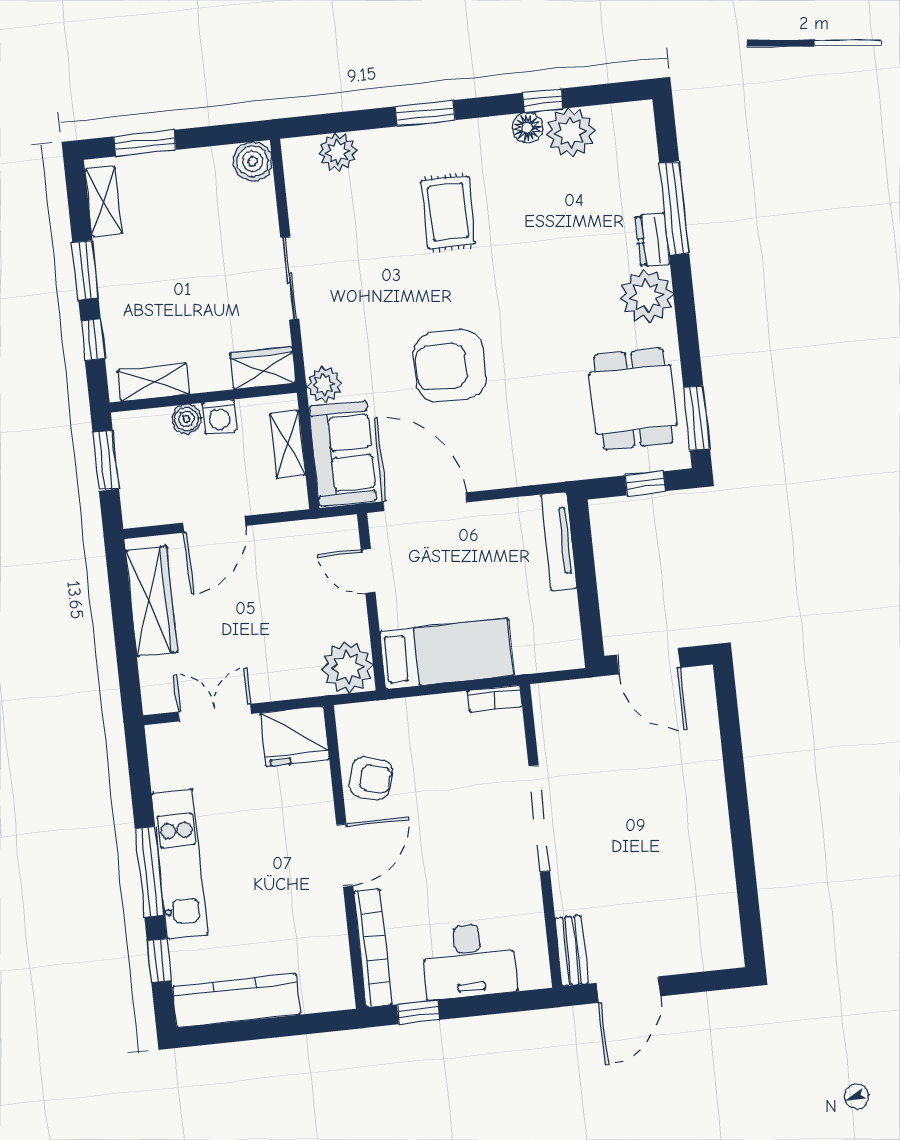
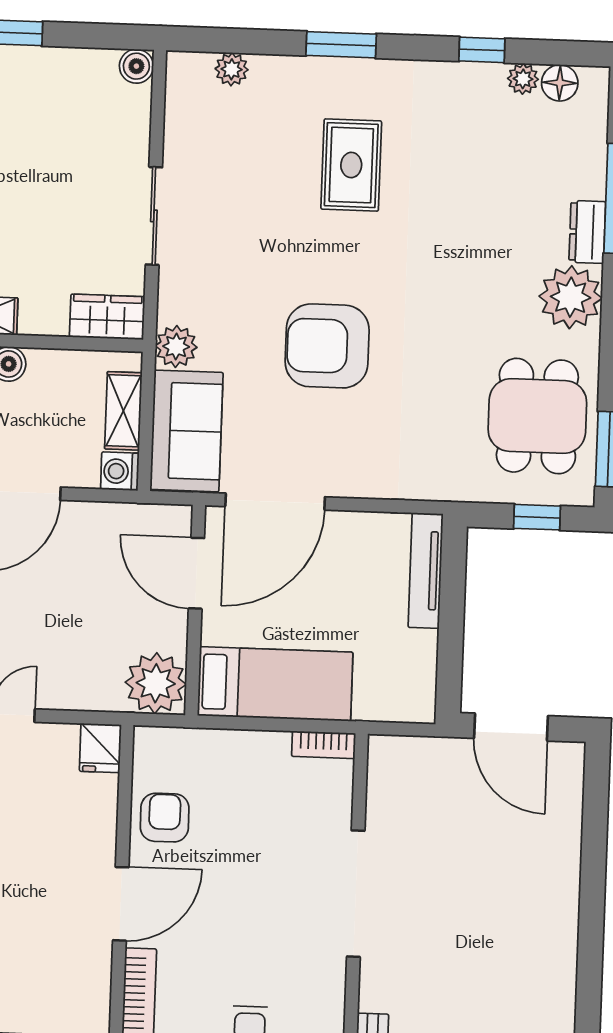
floor lamp: (527, 128) -> (560, 83), moved
plant: (571, 132) -> (523, 79), width x0.53, depth x0.53
plant: (337, 152) -> (232, 69), width x0.73, depth x0.73
boiler: (253, 161) -> (136, 66), width x0.73, depth x0.73
washing machine: (219, 417) -> (120, 471), moved, turned 90
door: (425, 502) -> (275, 502), swing flipped
door: (368, 571) -> (196, 573), width x1.38
fridge: (295, 736) -> (100, 748), width x0.53, depth x0.75
armchair: (371, 778) -> (165, 818), turned -106

